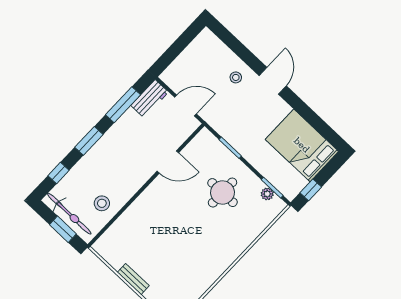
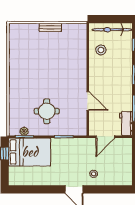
bed: (302, 145) -> (30, 152), moved
door: (168, 162) -> (88, 101), swing flipped
window: (63, 229) -> (108, 19), removed

